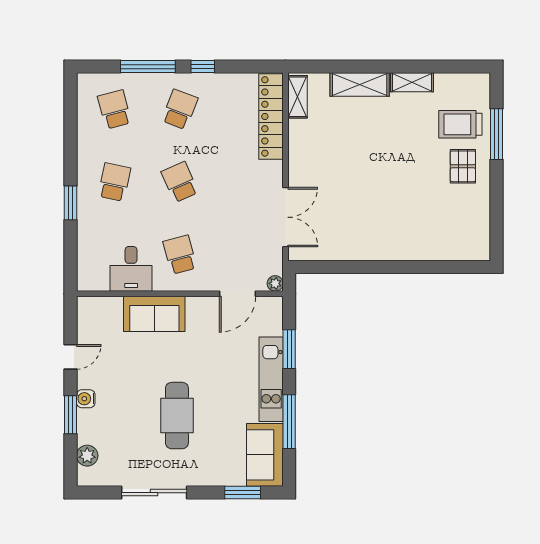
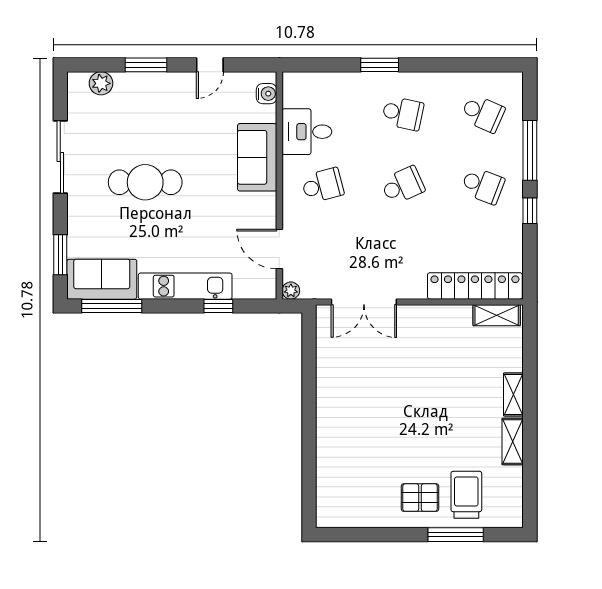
shelving: (360, 84) -> (513, 395), width x0.67, depth x0.75
school desk: (114, 109) -> (483, 113), turned 39
window: (289, 349) -> (218, 306), width x0.67
door: (70, 357) -> (210, 65), hinge flipped
water cooler: (86, 399) -> (267, 94), moved, turned 90
window: (289, 422) -> (112, 306), moved

